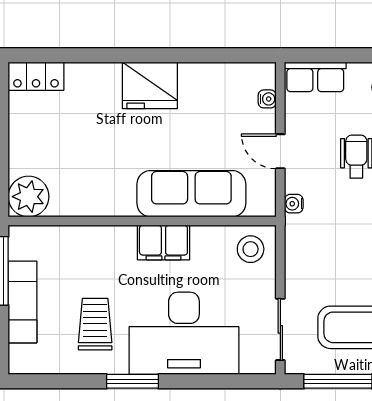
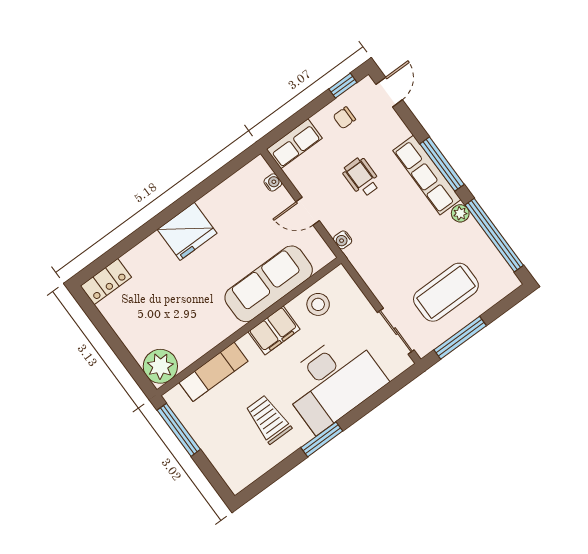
stool: (251, 249) -> (318, 304), moved
exam couch: (22, 302) -> (213, 372), moved, turned 90

